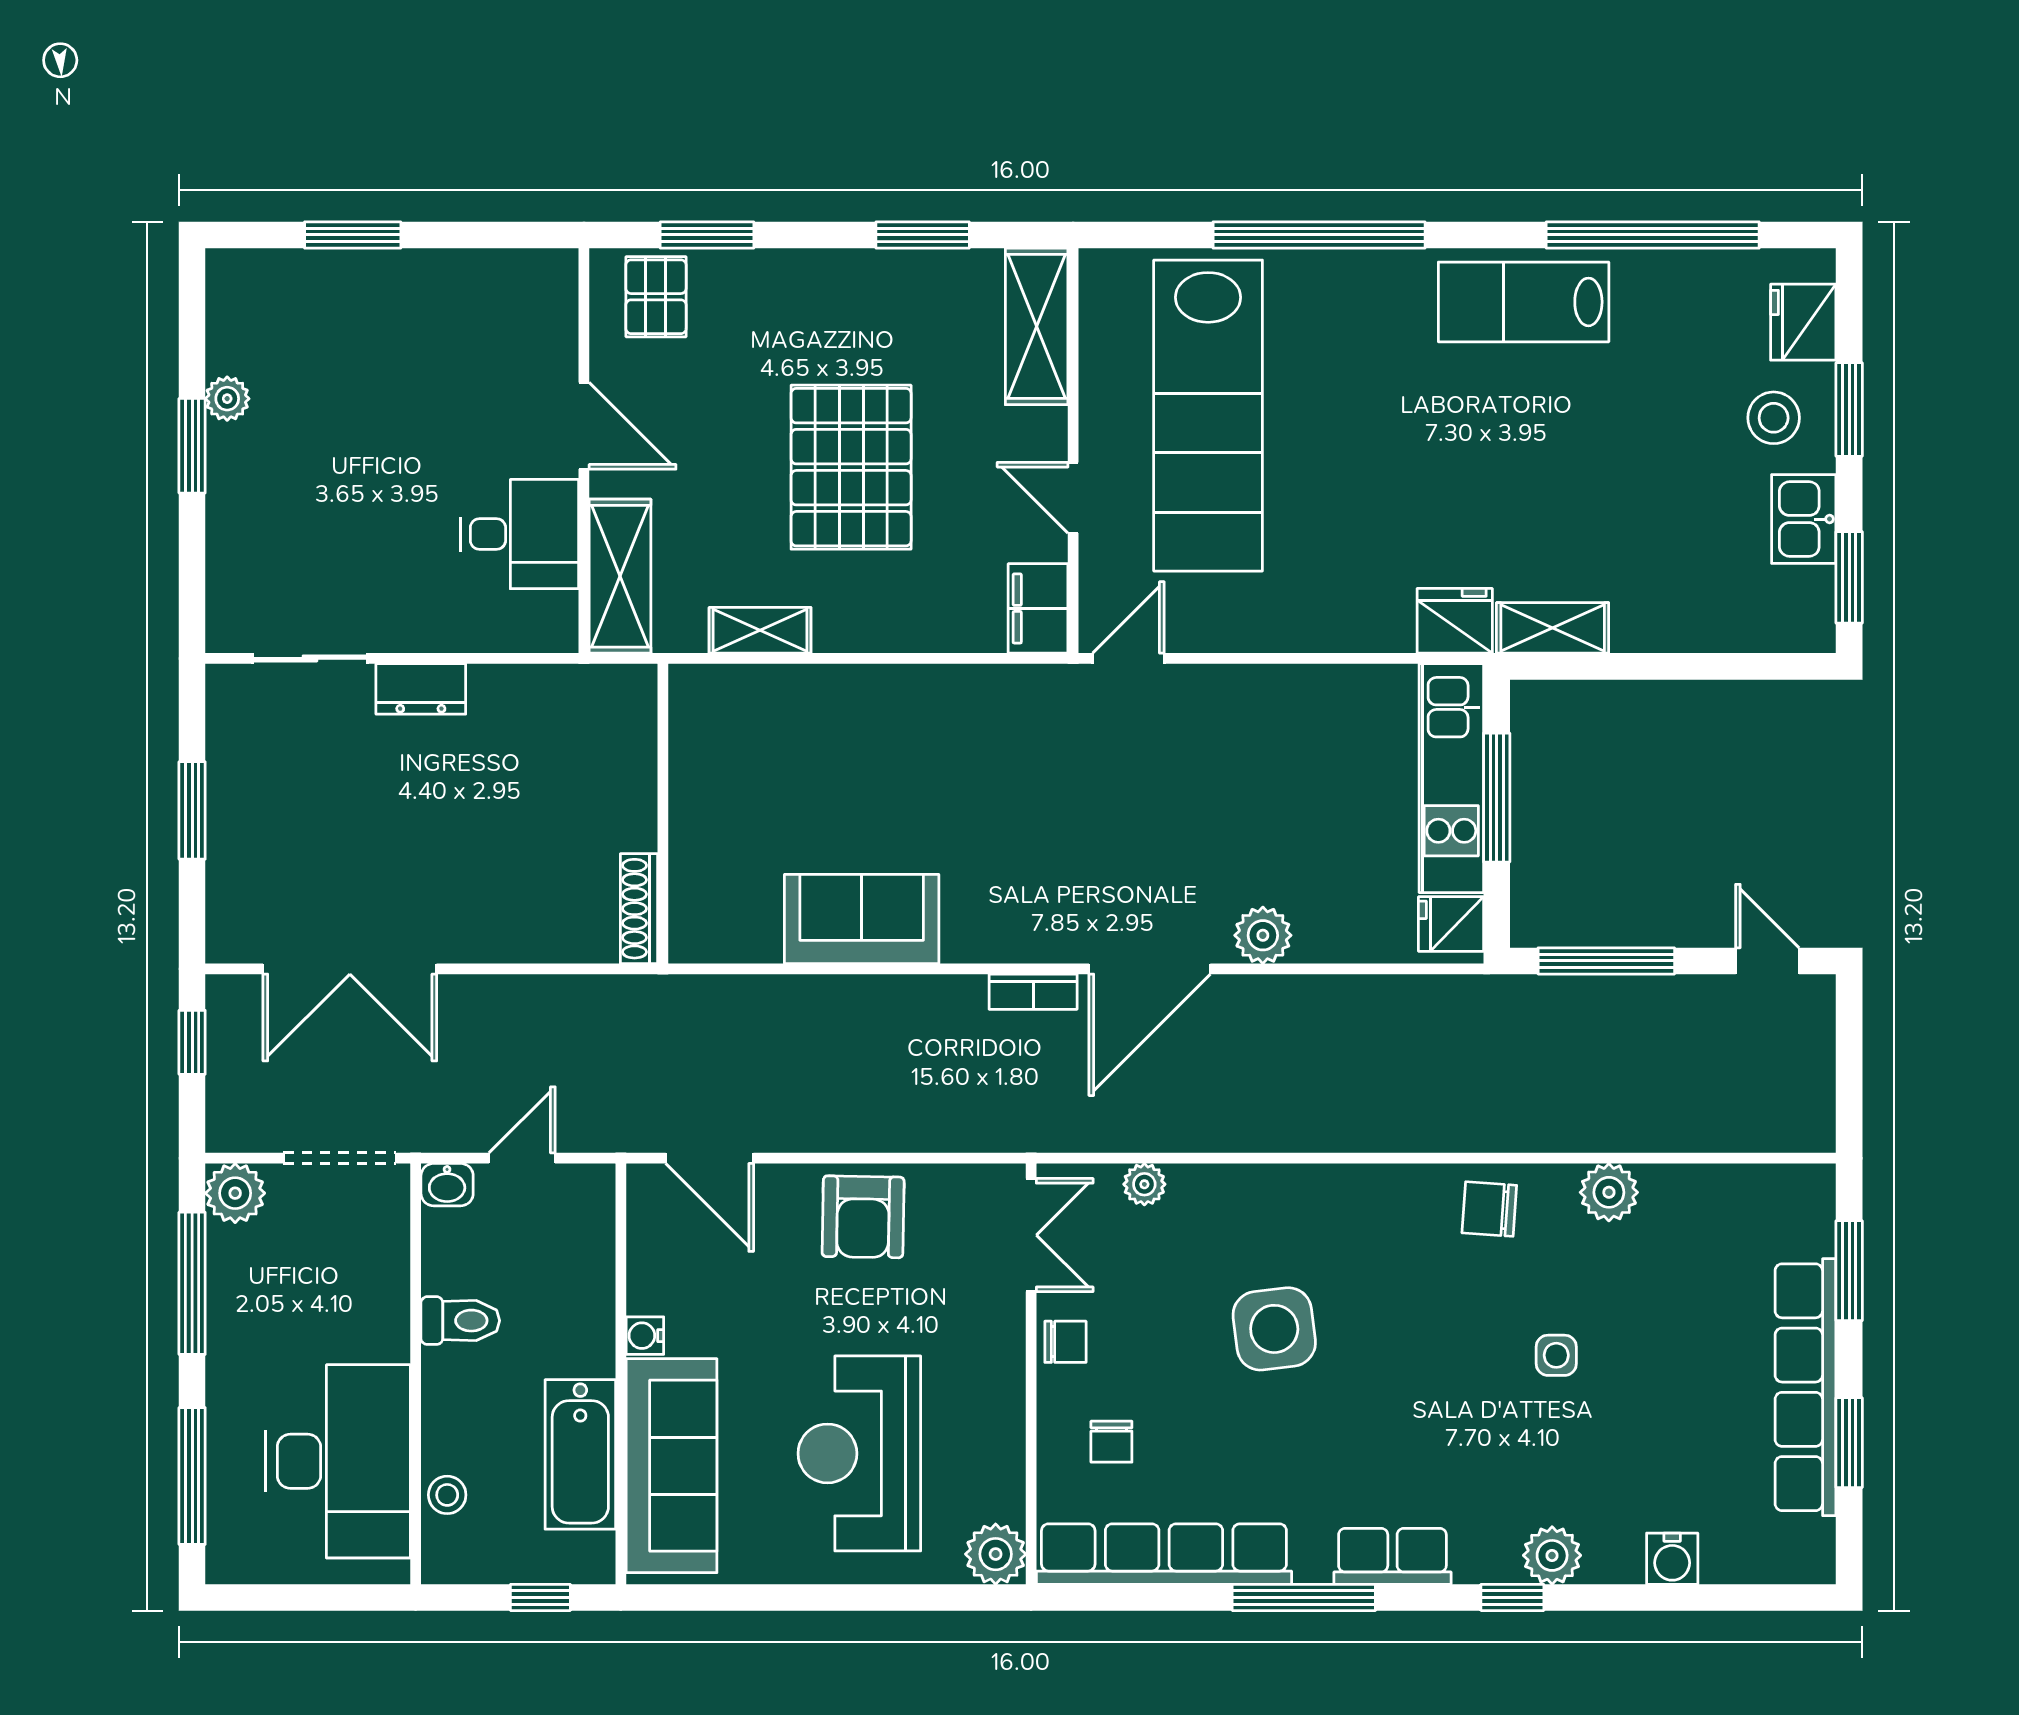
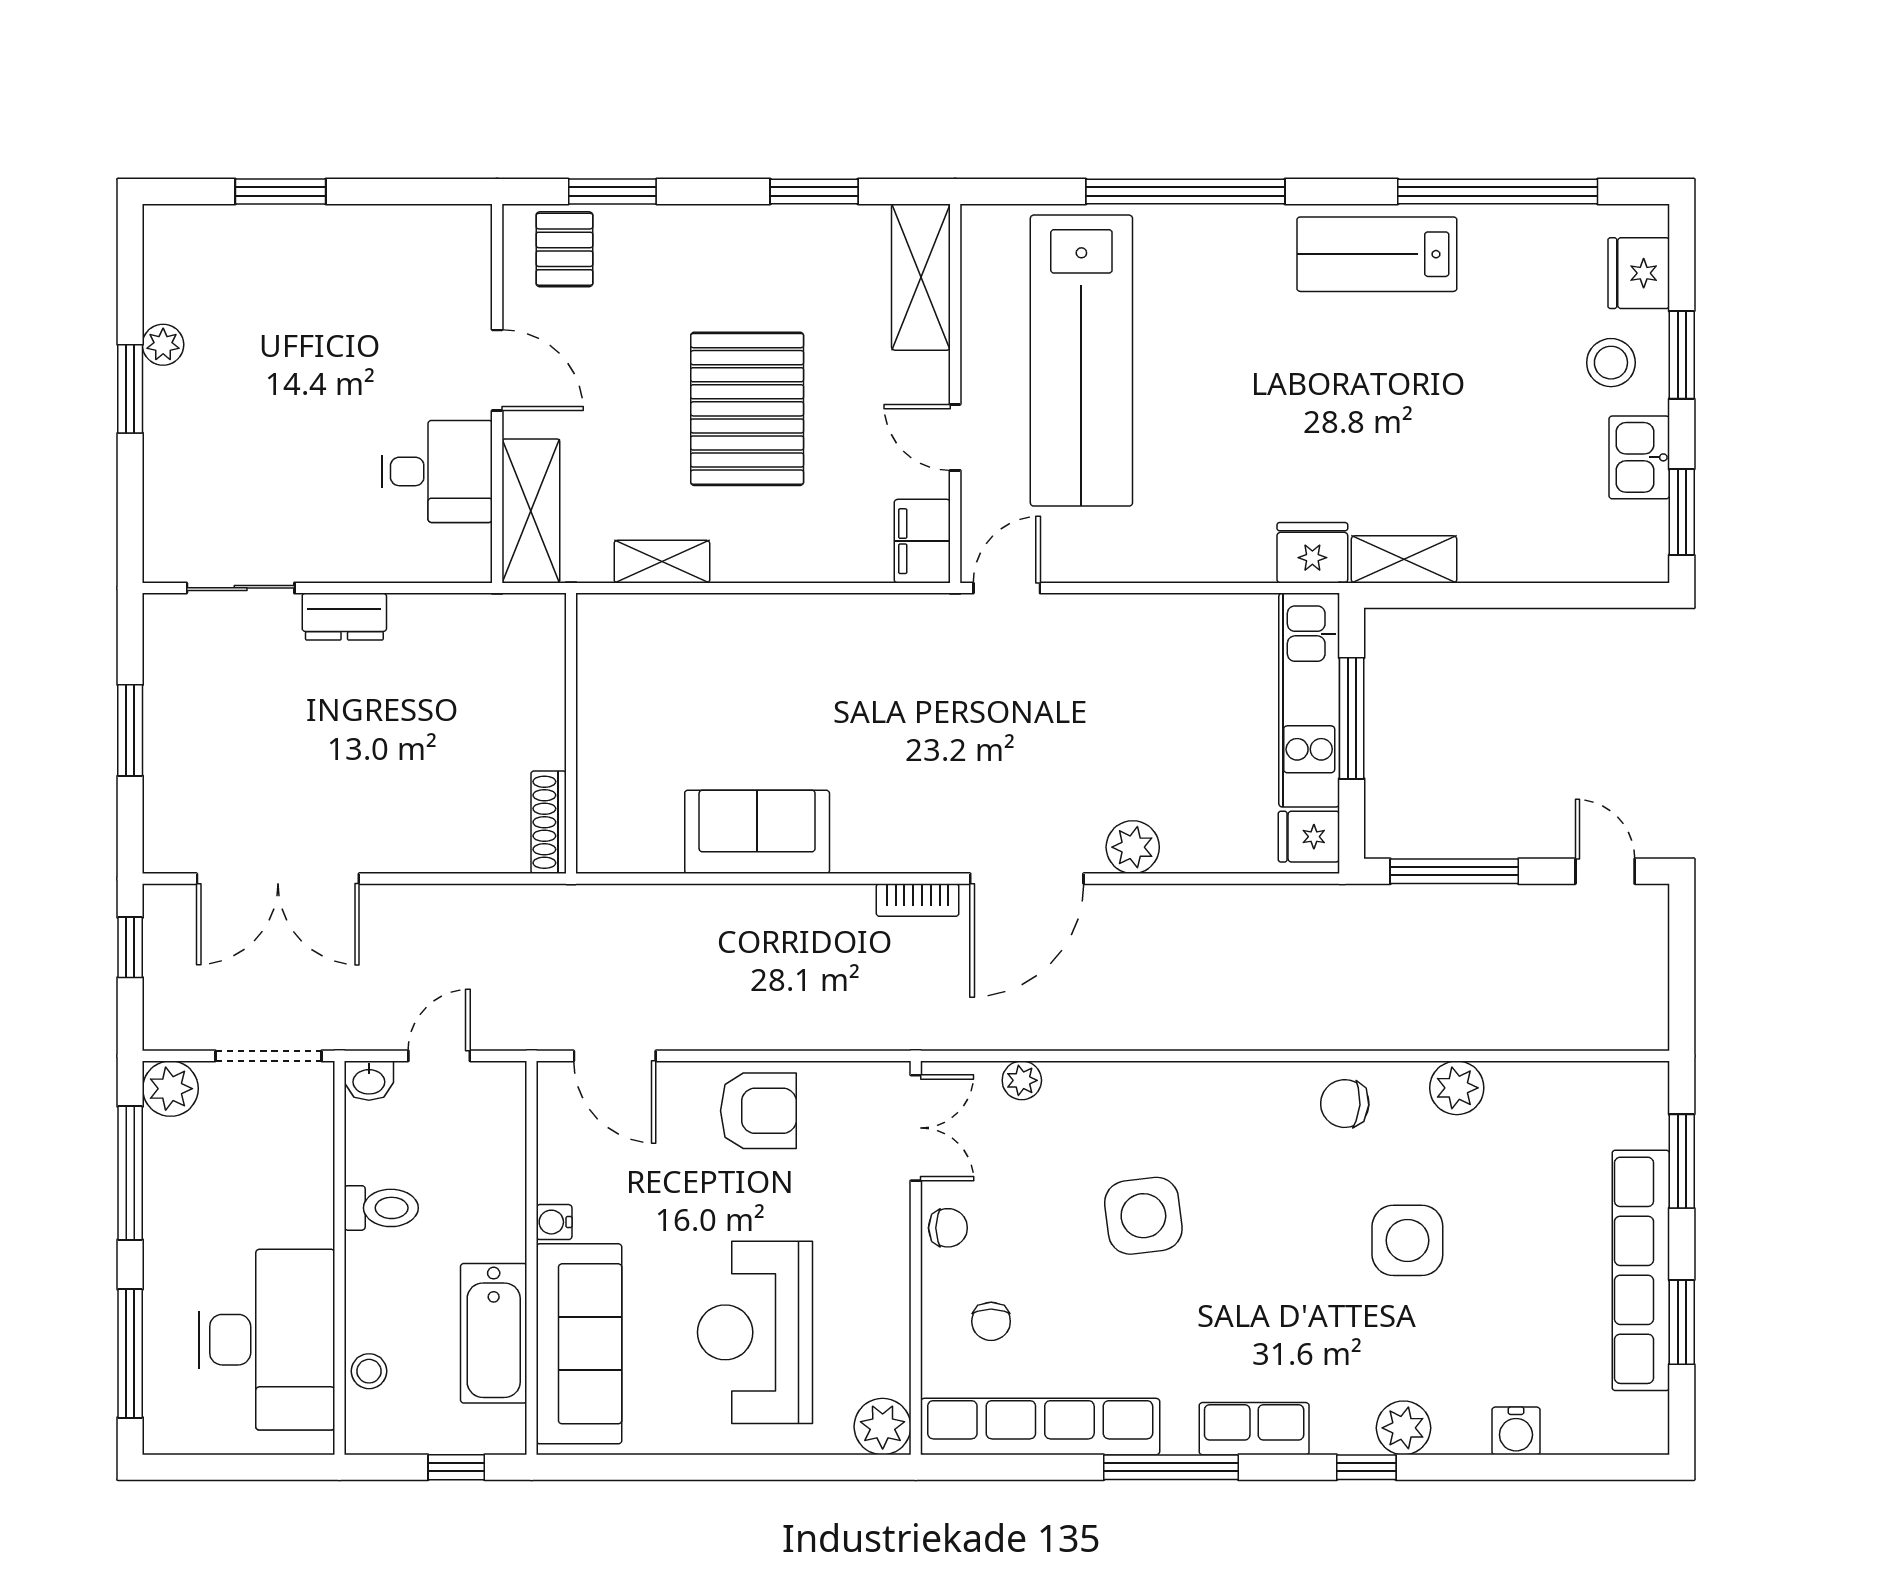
armchair: (863, 1217) -> (758, 1111), turned -91
side table: (1556, 1355) -> (1407, 1240), width x1.87, depth x1.87

